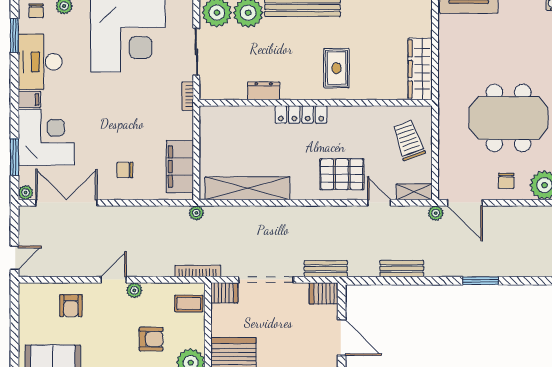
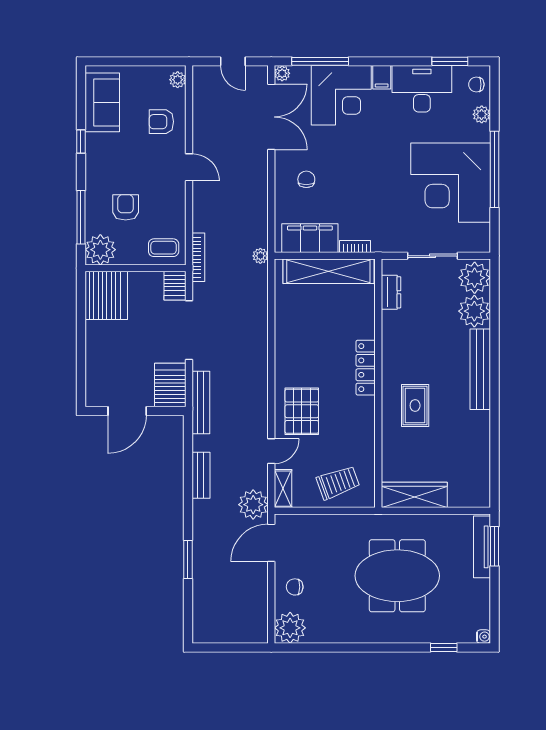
rug: (336, 68) -> (415, 406), turned 90
dresser: (264, 91) -> (391, 292), moved
bookcase: (188, 96) -> (355, 247), moved
meeting table: (509, 118) -> (397, 576), moved, turned 90
window: (14, 157) -> (320, 61), width x1.44
shelving: (247, 188) -> (328, 271), moved, turned 90
plant: (436, 213) -> (253, 505), width x1.87, depth x1.87
door: (14, 258) -> (233, 61), moved
bench: (326, 269) -> (201, 402), width x1.36
plant: (134, 290) -> (178, 80), moved
server rack: (324, 293) -> (170, 385), width x1.36, depth x1.44
coffee table: (189, 304) -> (164, 248), turned 90
armchair: (151, 339) -> (126, 207), turned 180

